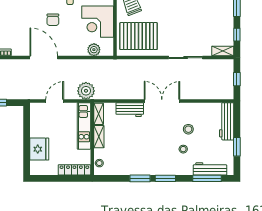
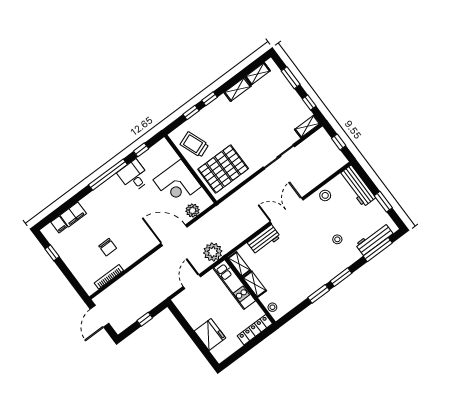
chair: (53, 20) -> (108, 247), moved
door: (44, 58) -> (174, 235), moved
stool: (188, 129) -> (325, 195), moved

